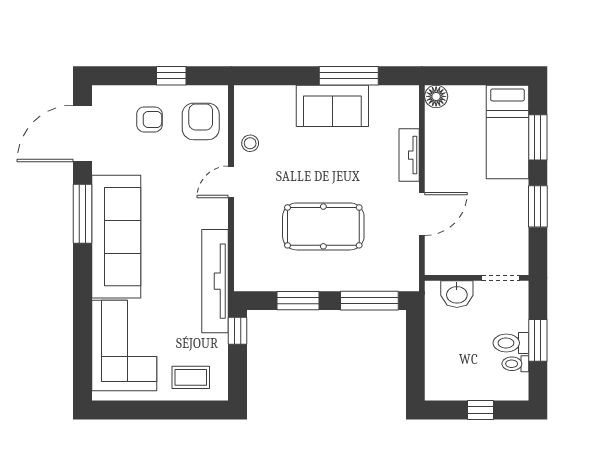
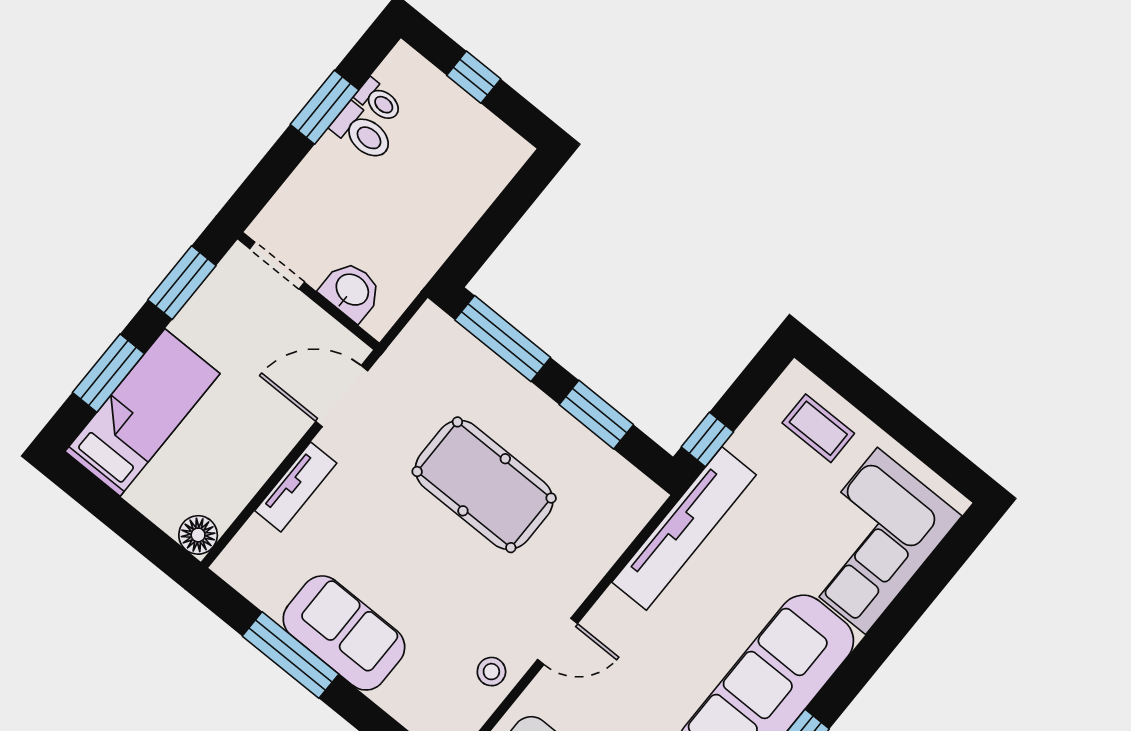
wall: (477, 278) -> (308, 291), moved
doorway: (501, 278) -> (277, 266), moved
washbasin: (457, 294) -> (351, 291), moved

